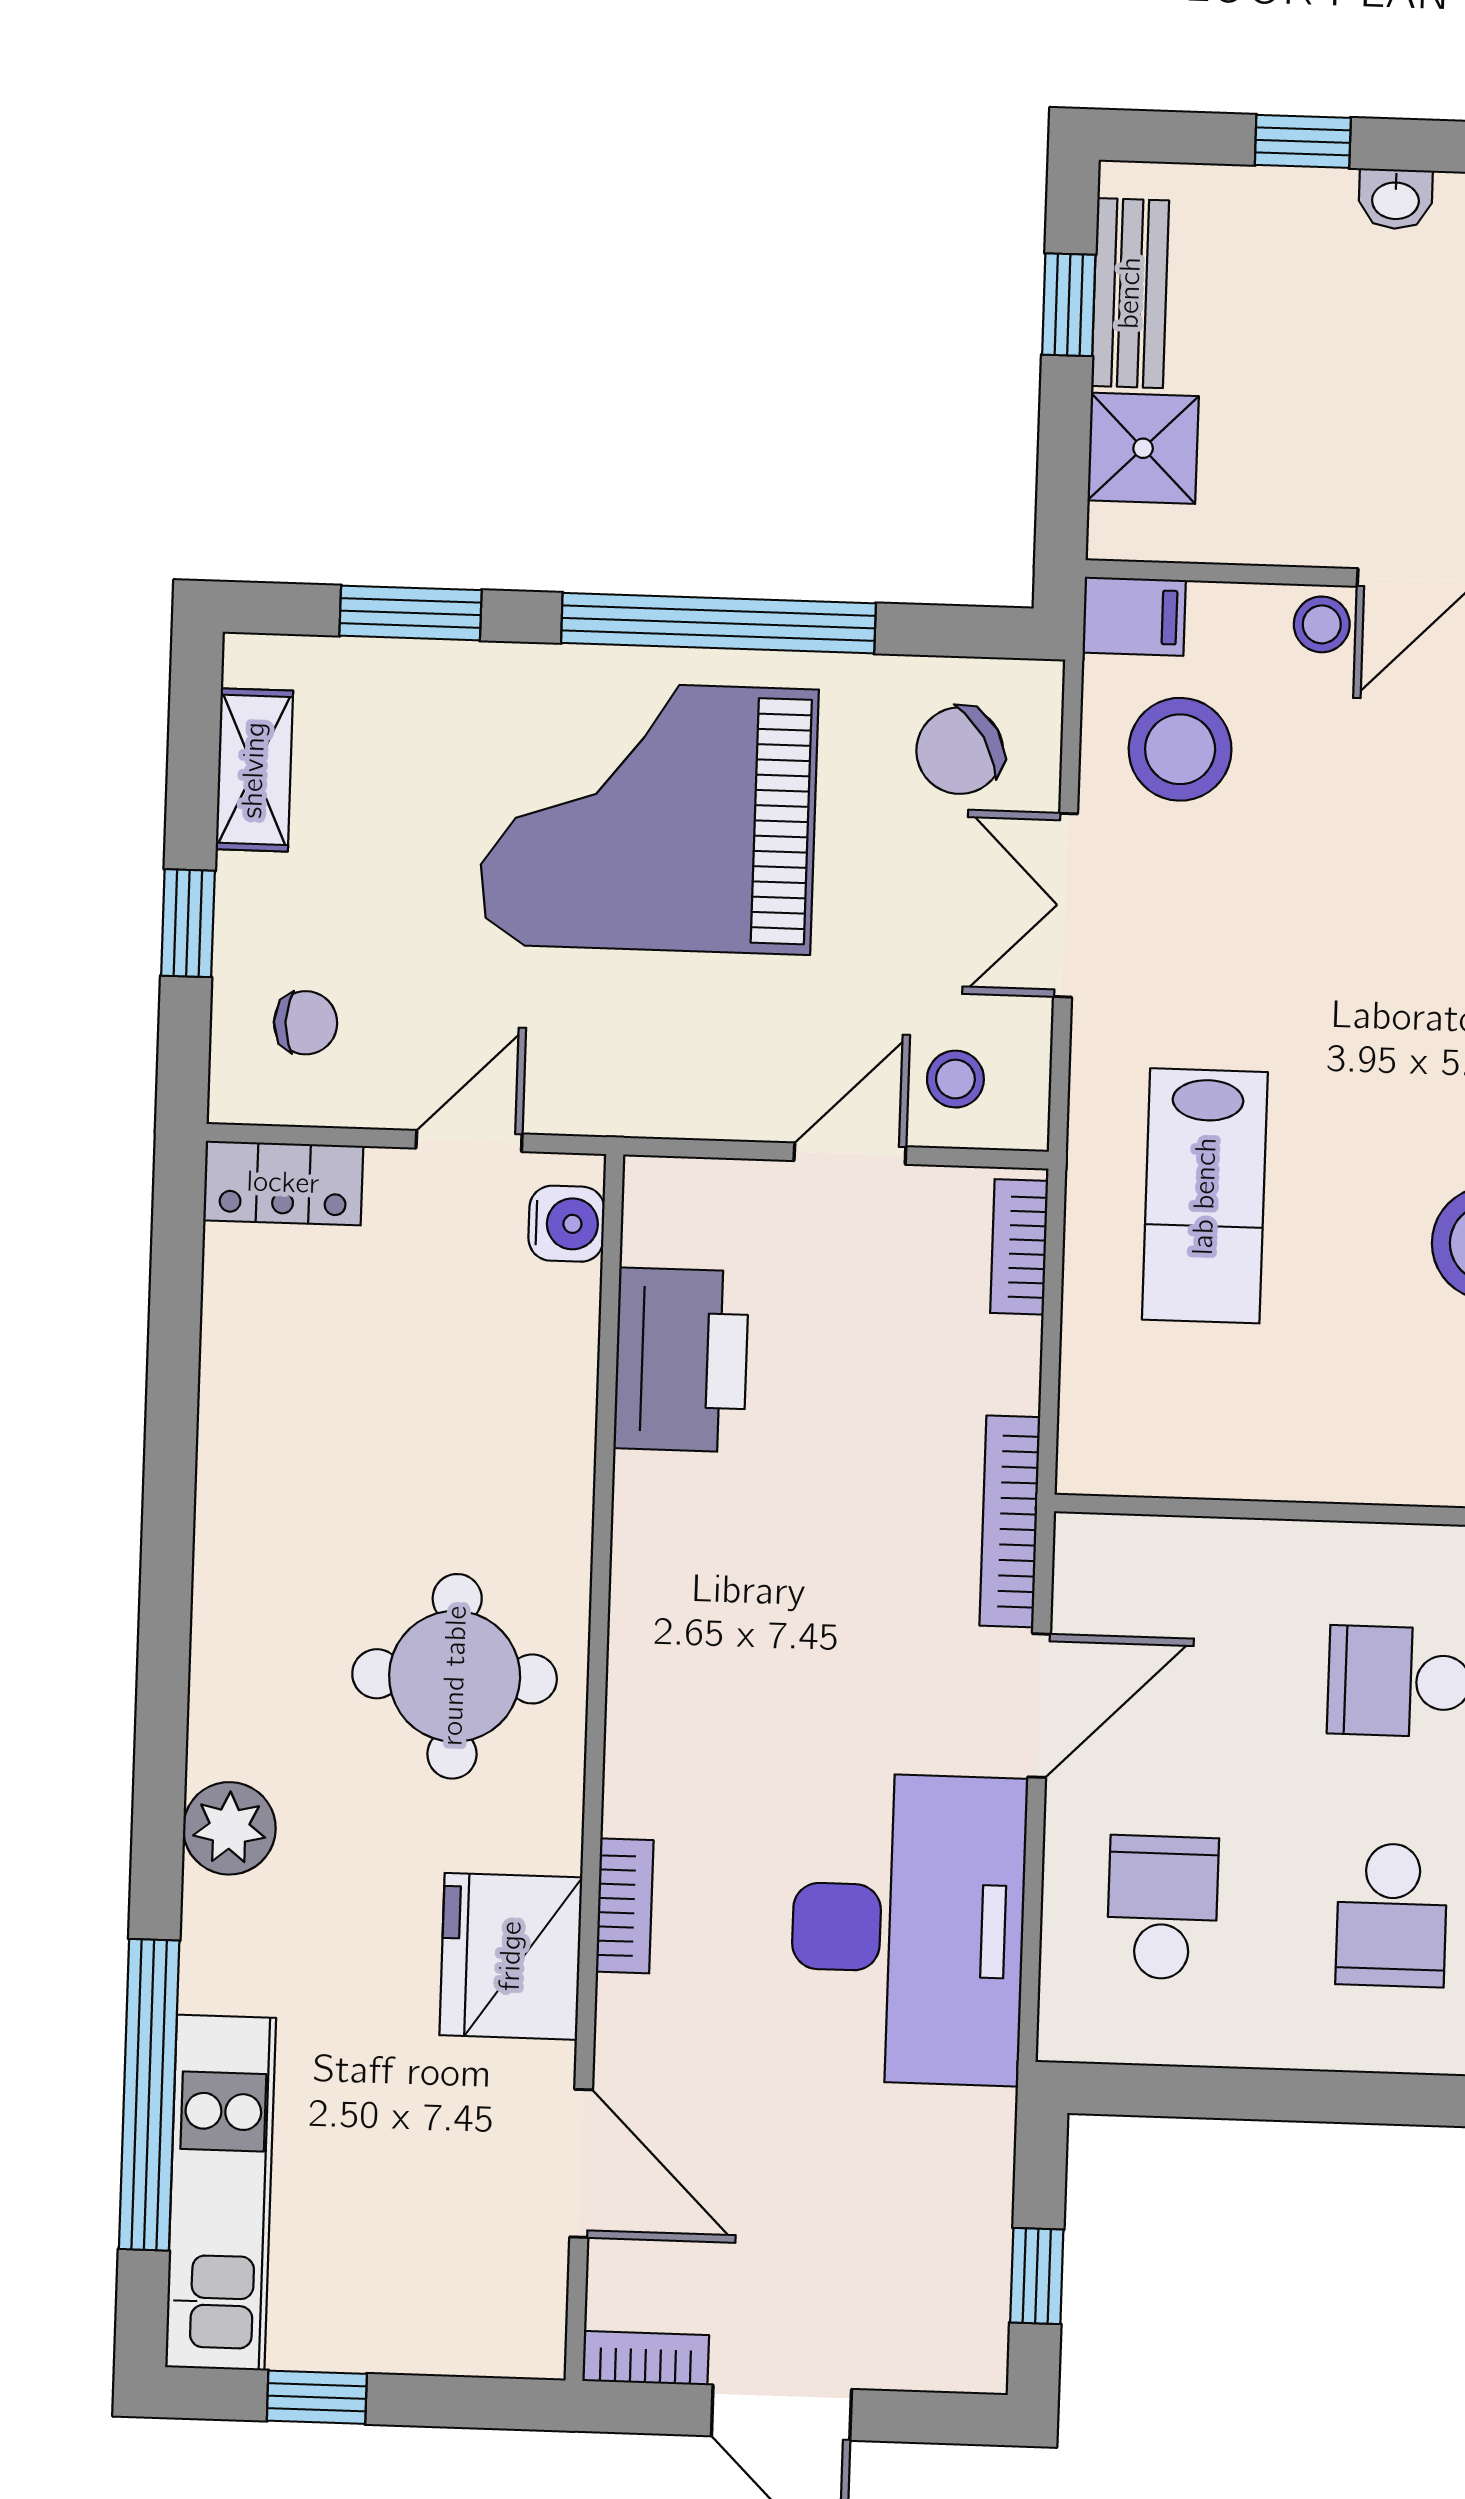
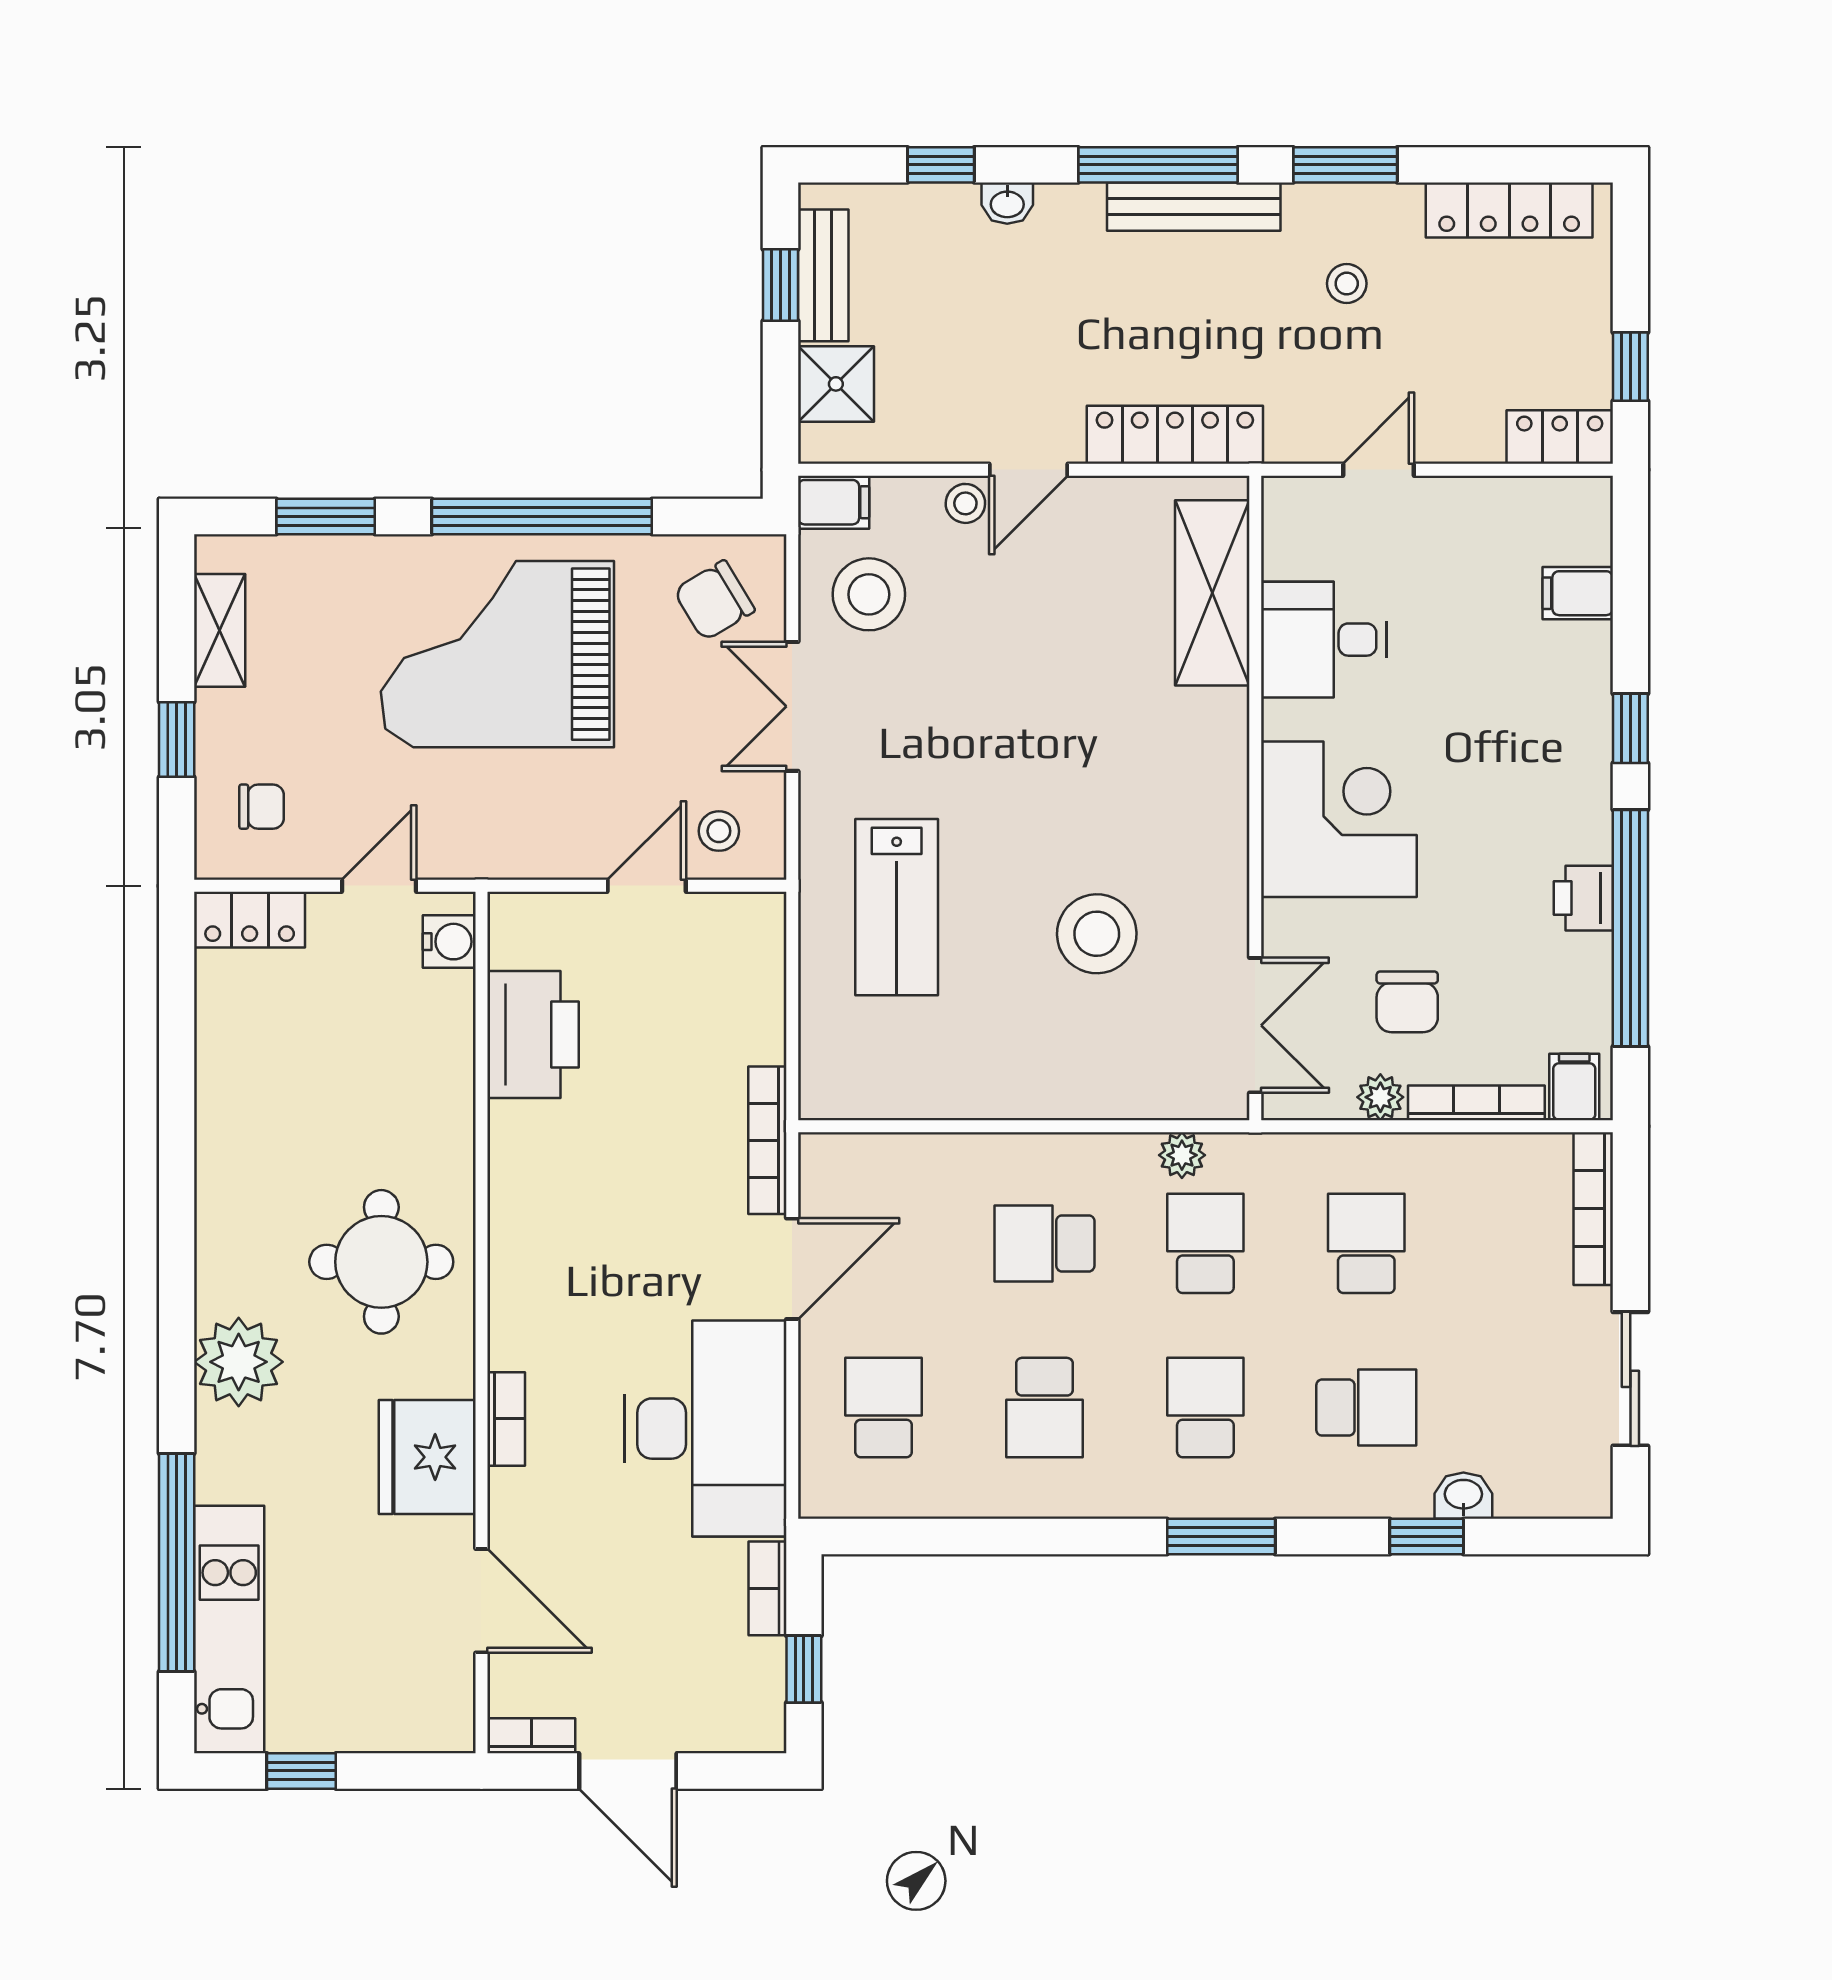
bookcase: (1019, 1247) -> (767, 1588), moved
plant: (229, 1828) -> (239, 1362), width x1.36, depth x1.36

